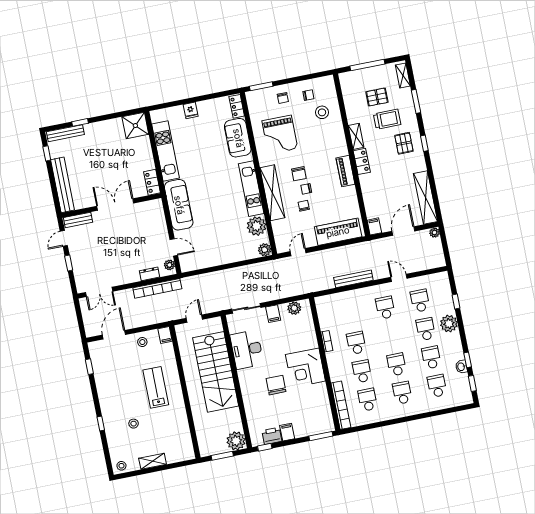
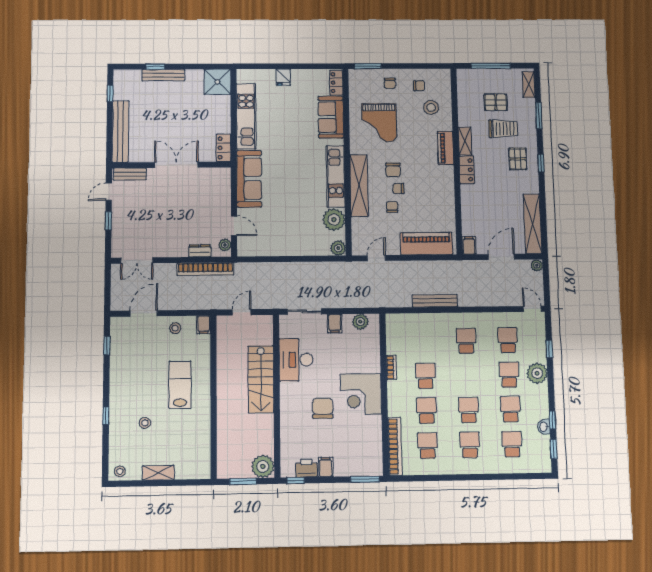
bench: (65, 133) -> (163, 75), moved
piano: (345, 171) -> (446, 148), moved
door: (399, 278) -> (532, 309), moved
stairs: (216, 372) -> (261, 379), width x0.73, depth x0.66

